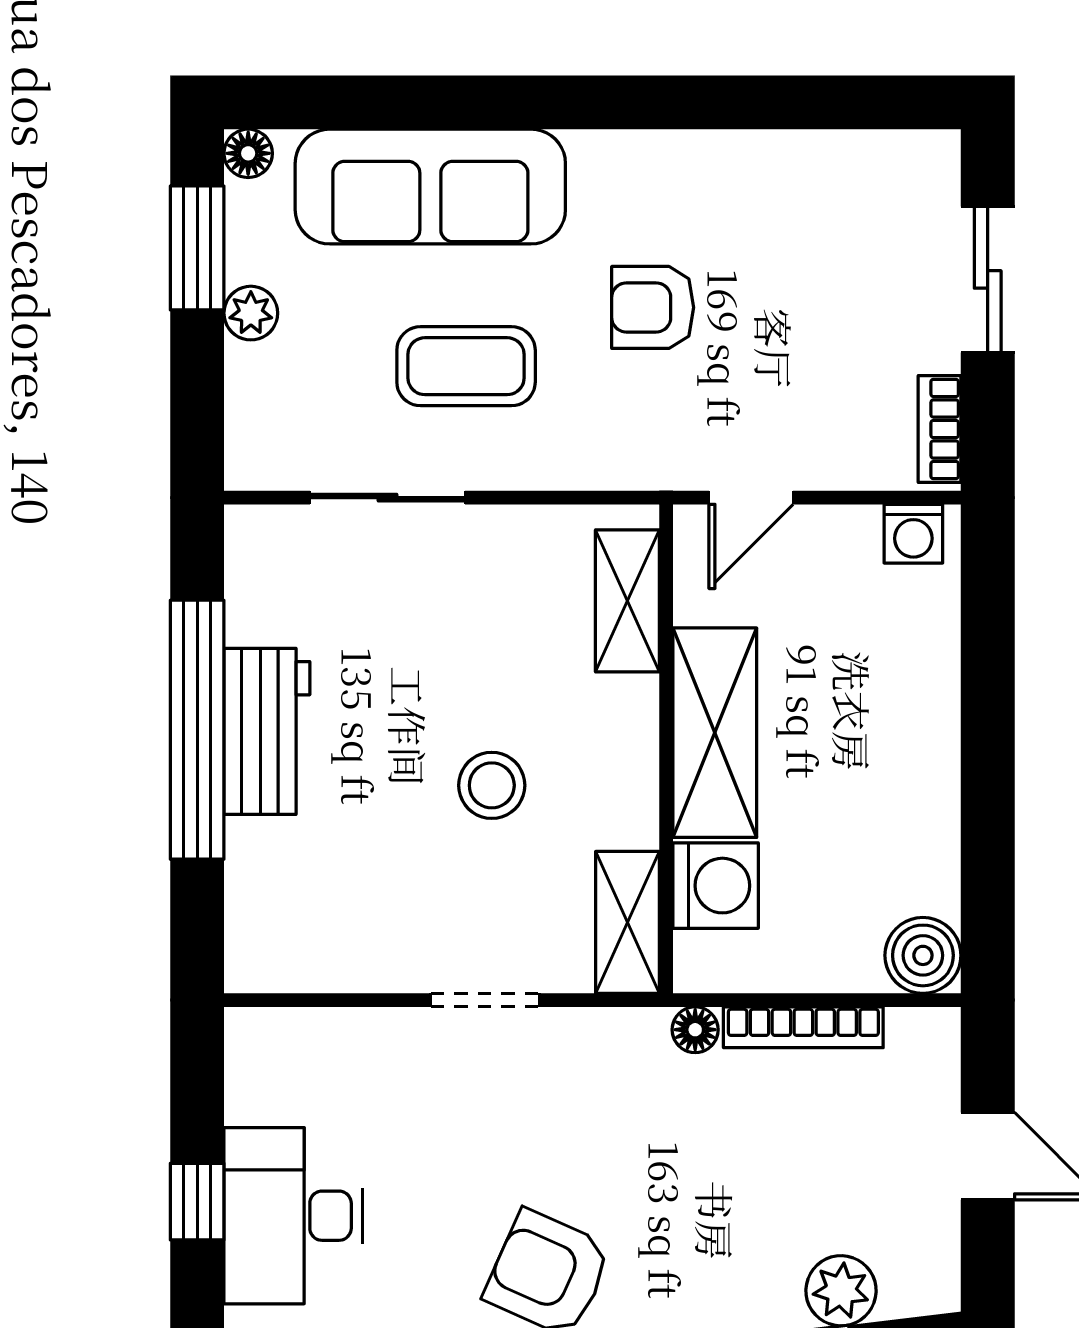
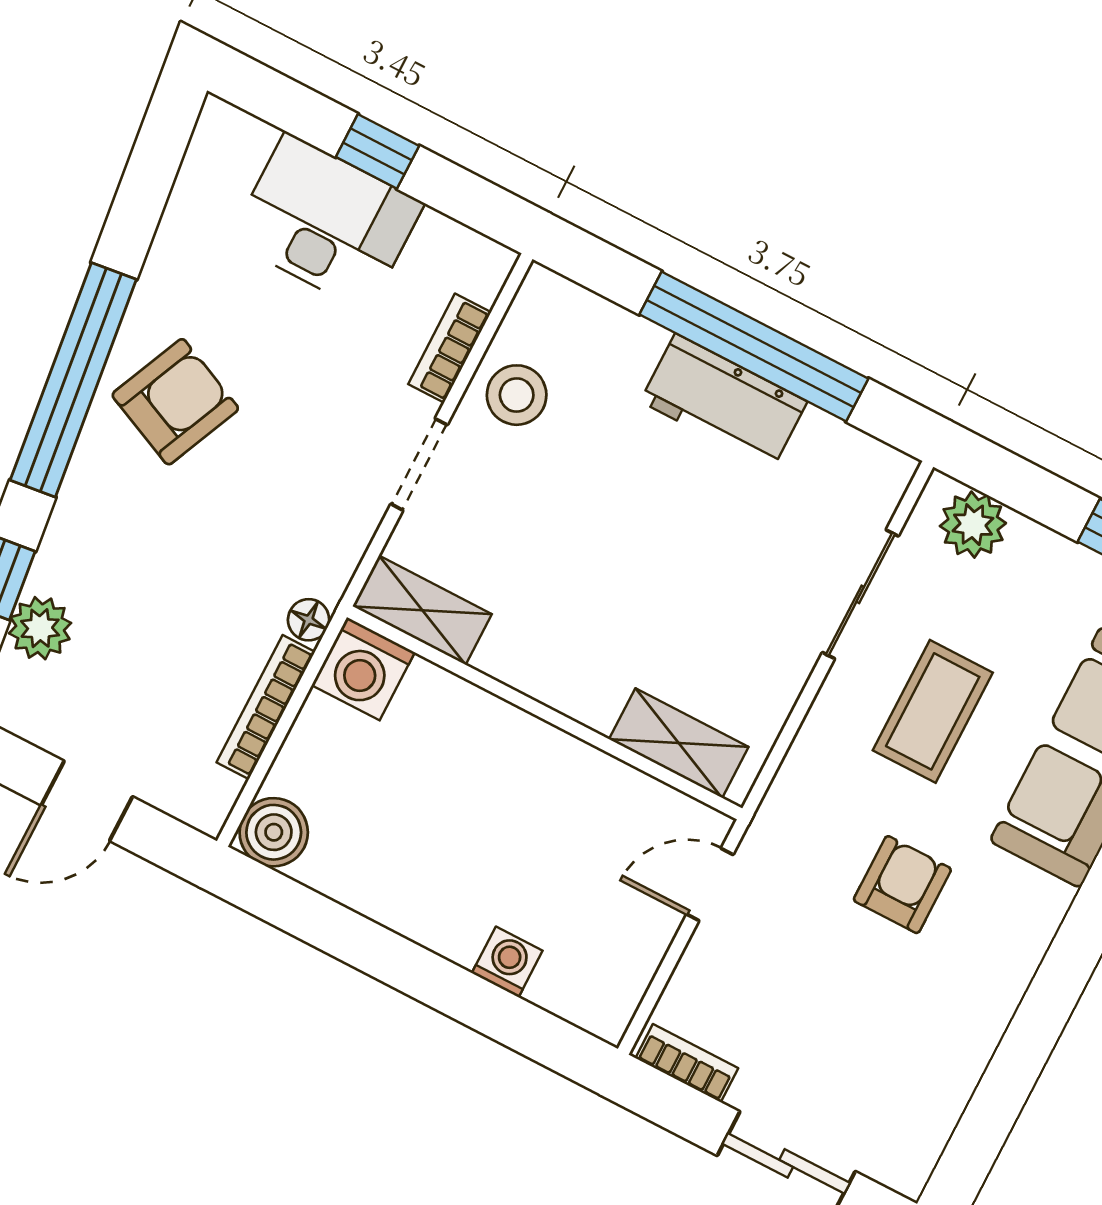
plant: (251, 313) -> (973, 525), moved, width x1.38, depth x1.38
door: (751, 498) -> (710, 884), hinge flipped
washing machine: (913, 534) -> (507, 962), moved, turned 90
shelving: (715, 733) -> (537, 758), removed
stool: (492, 785) -> (517, 395), moved
washing machine: (716, 886) -> (363, 669), moved
bookcase: (355, 1029) -> (450, 348), added

